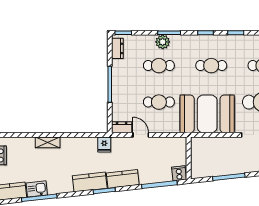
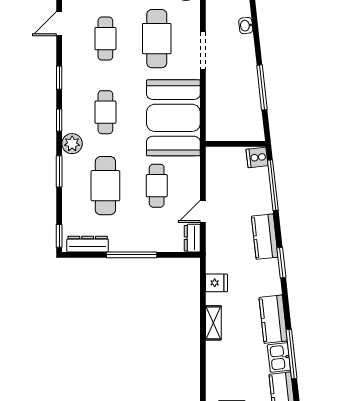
plant: (163, 42) -> (72, 144), moved
dresser: (117, 48) -> (88, 244), width x1.44
cafe table: (159, 66) -> (105, 186), width x1.37, depth x1.35
shelving: (48, 142) -> (213, 323), moved
fridge: (104, 144) -> (216, 283), moved
kitchen counter: (90, 182) -> (273, 319), moved

